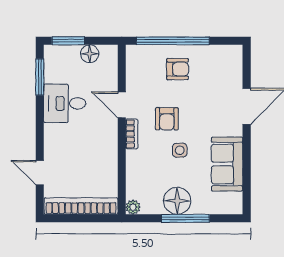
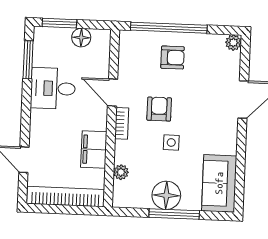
plant: (235, 52) -> (233, 43), added
armchair: (167, 119) -> (159, 109), turned 180
filing cabinet: (106, 160) -> (94, 150), added
sofa: (227, 164) -> (219, 183), moved
plant: (133, 207) -> (121, 172), moved

